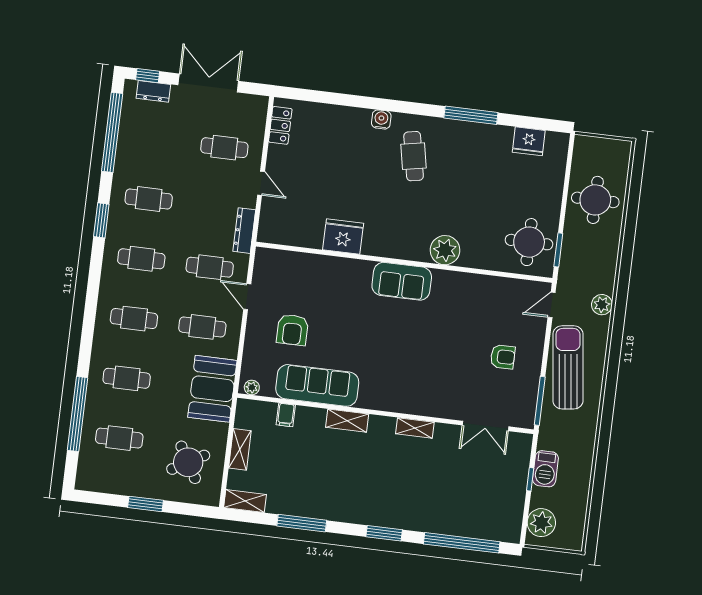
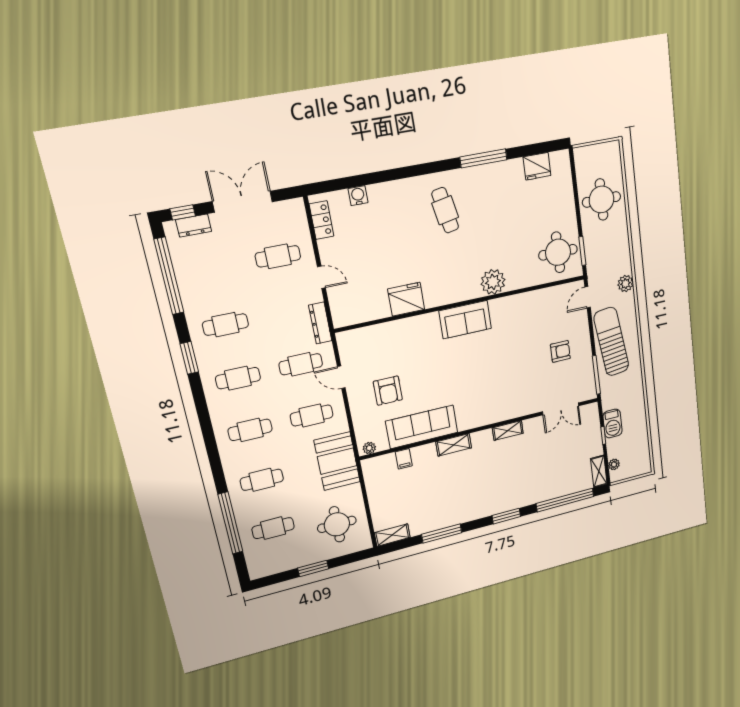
water cooler: (381, 119) -> (358, 196), moved
shelving: (240, 449) -> (599, 471), moved
round table: (188, 462) -> (337, 524), turned 30
plant: (541, 523) -> (614, 464), width x0.53, depth x0.53

